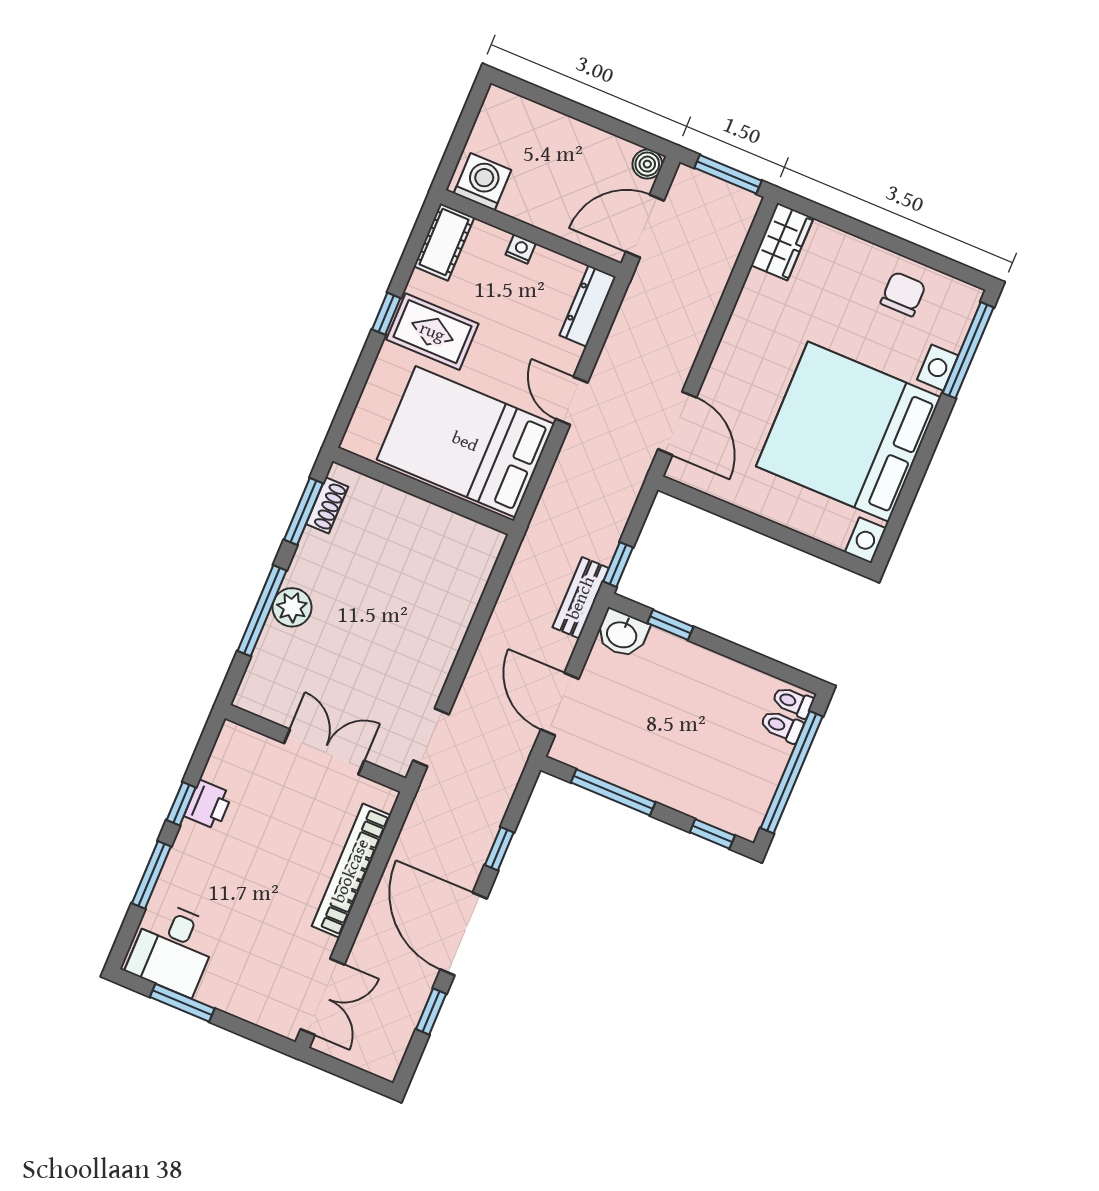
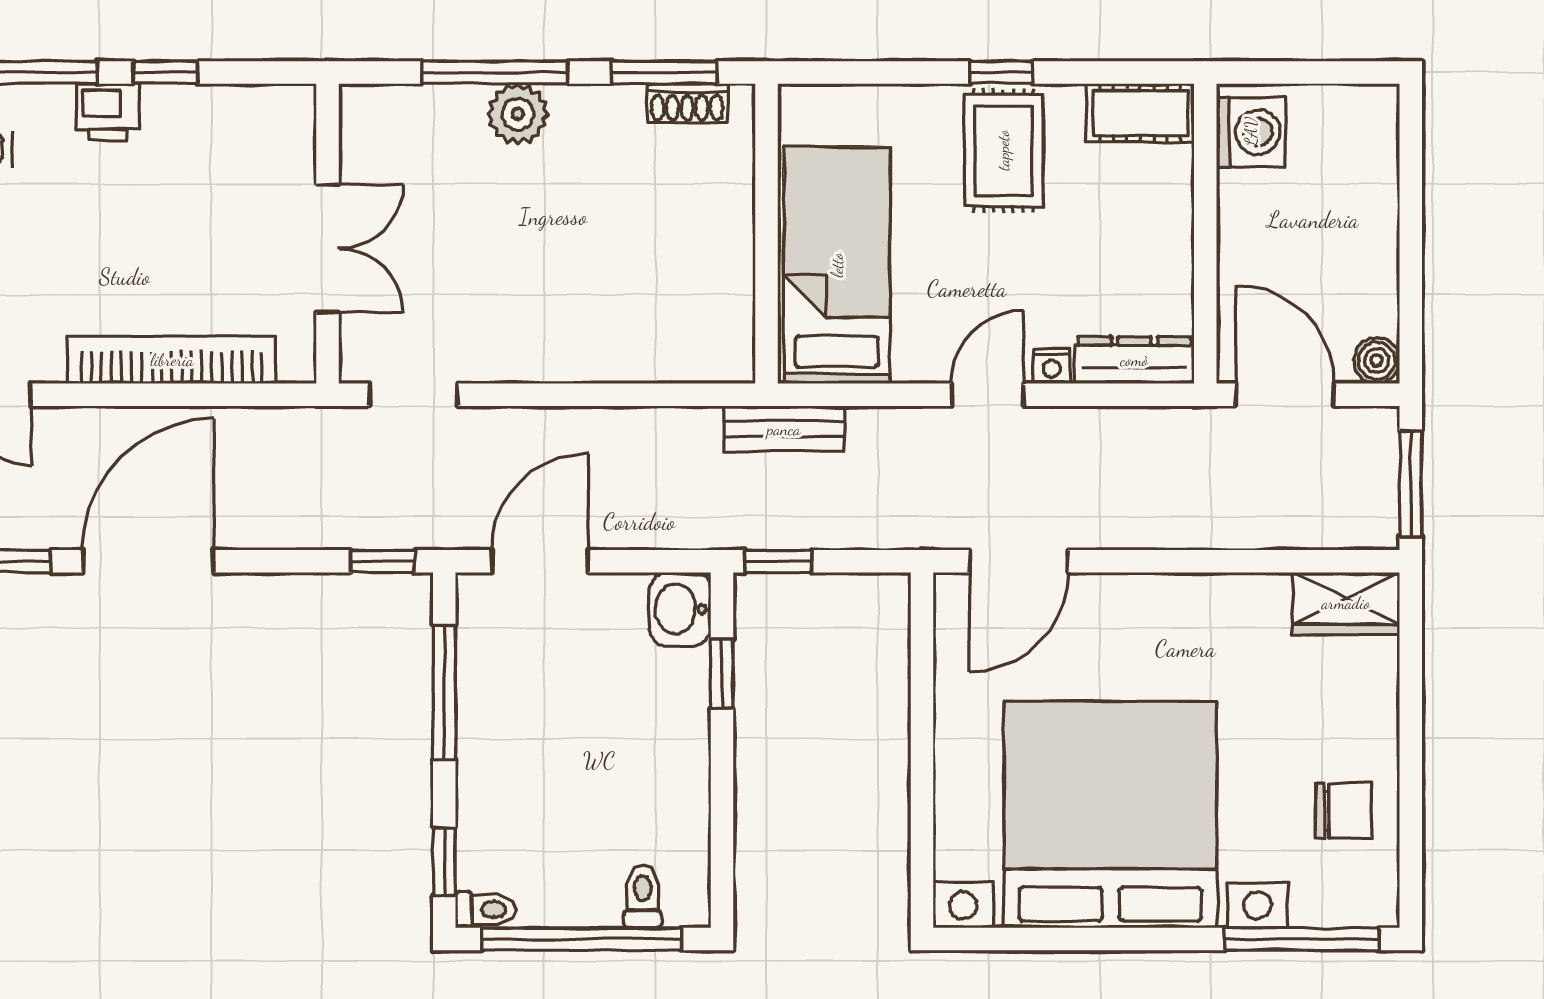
nightstand: (521, 249) -> (1052, 366), moved, turned 90
bed: (465, 442) -> (837, 265), width x0.67
bench: (581, 598) -> (784, 429), moved
toilet: (793, 702) -> (485, 910), moved, turned 90
printer: (208, 805) -> (108, 112), moved
window: (499, 849) -> (382, 561), moved

